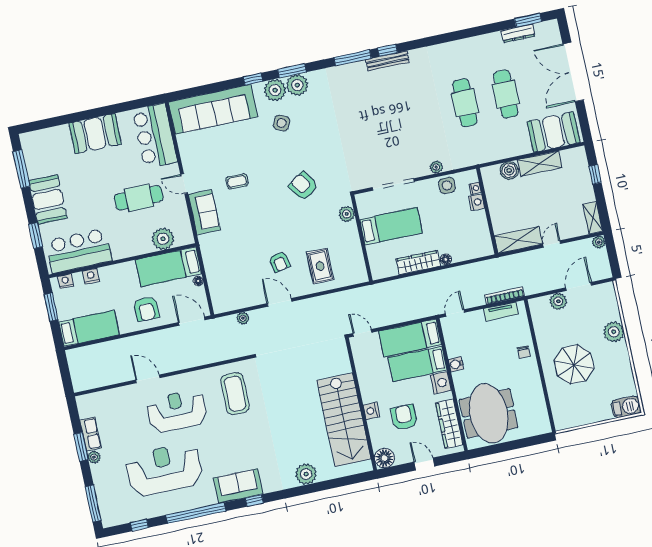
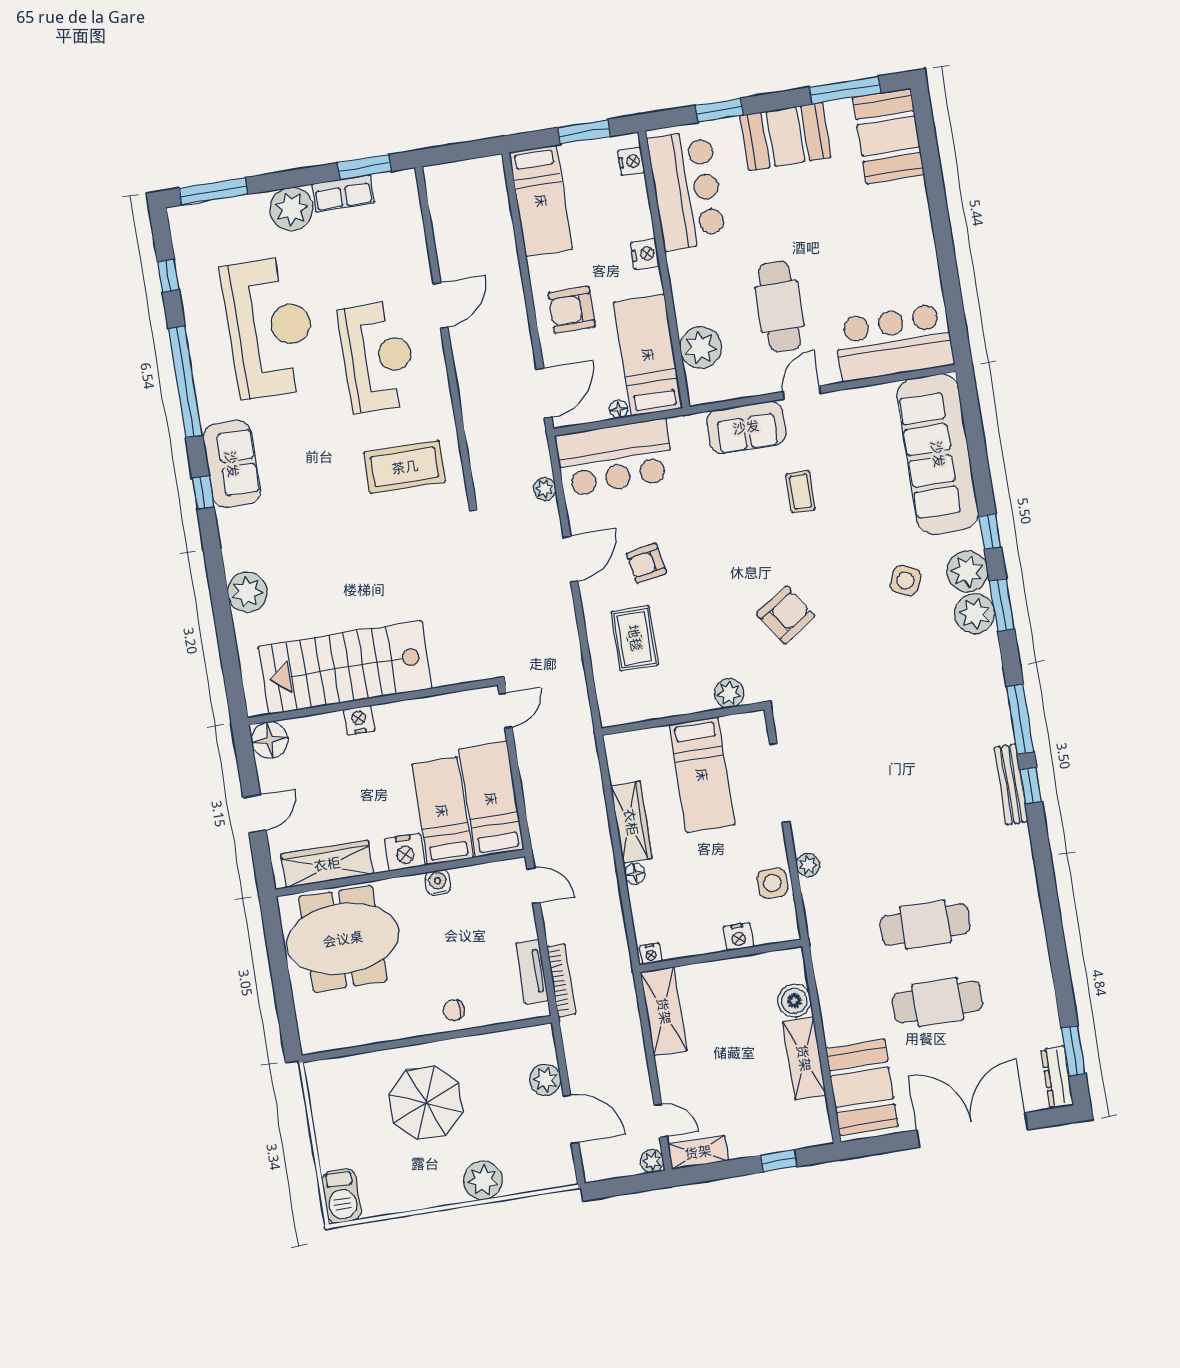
dresser: (518, 33) -> (1057, 1077), moved
booth: (95, 134) -> (889, 136), moved
nightstand: (475, 188) -> (651, 954), moved
door: (552, 244) -> (661, 1121), moved
rug: (320, 266) -> (635, 638), turned 90
nightstand: (91, 276) -> (645, 254), moved
bar counter: (224, 282) -> (615, 458), added
armchair: (404, 417) -> (344, 781), removed
window: (81, 447) -> (364, 167), moved
plant: (94, 457) -> (291, 209), width x1.87, depth x1.87

